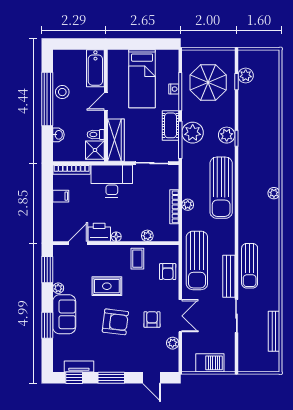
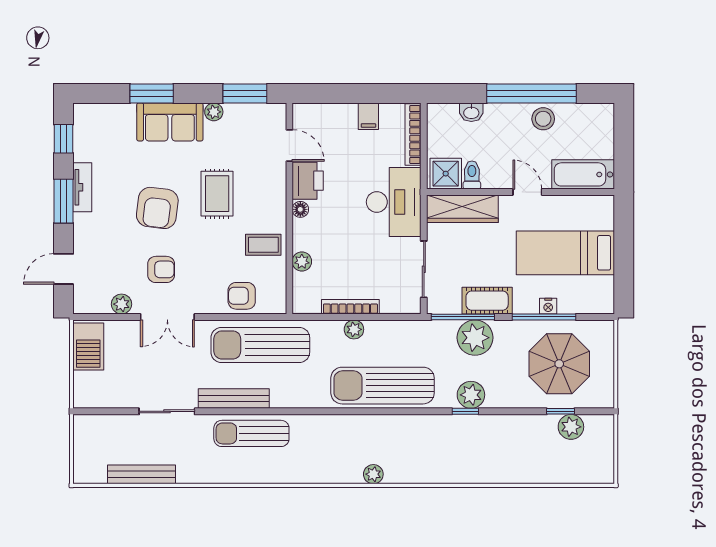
barbecue: (210, 363) -> (88, 347), moved
tv unit: (79, 366) -> (82, 187), moved

